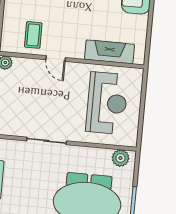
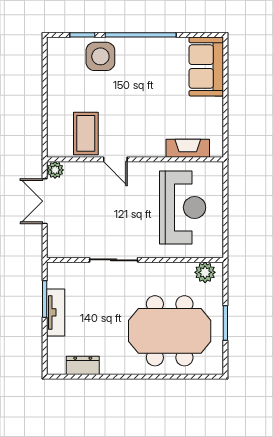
coffee table: (33, 35) -> (86, 133), width x1.36, depth x1.30
fireplace: (109, 52) -> (188, 148), width x0.73, depth x0.76

